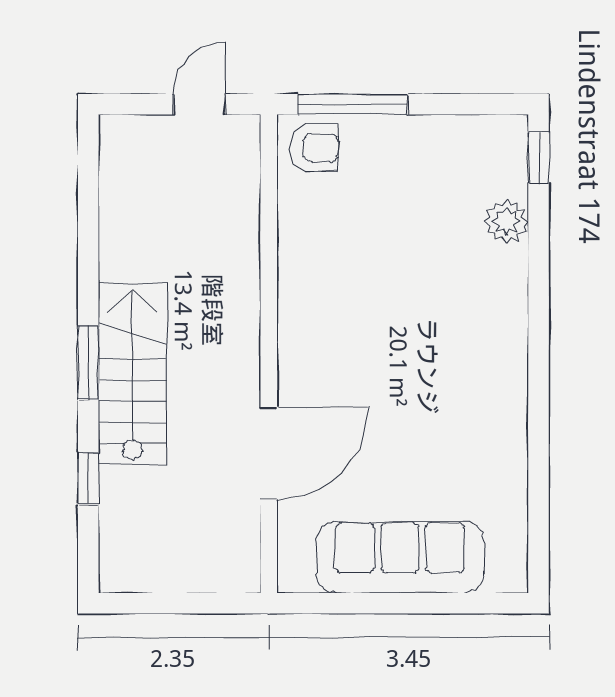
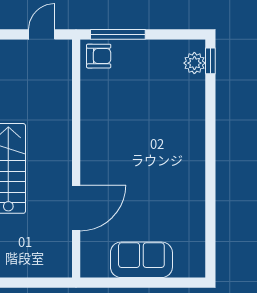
plant: (507, 221) -> (194, 63), moved
sofa: (400, 557) -> (141, 260), width x0.73

